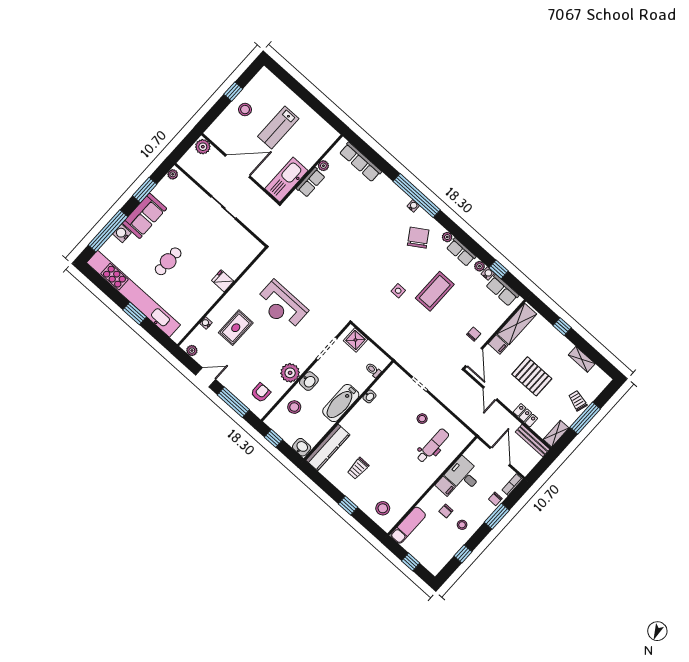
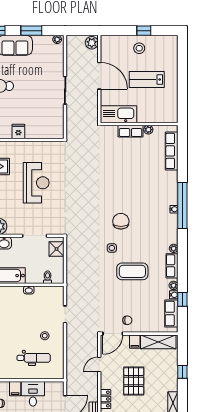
chair: (418, 238) -> (121, 221), moved, turned -57
reception desk: (282, 306) -> (36, 183), turned 180

